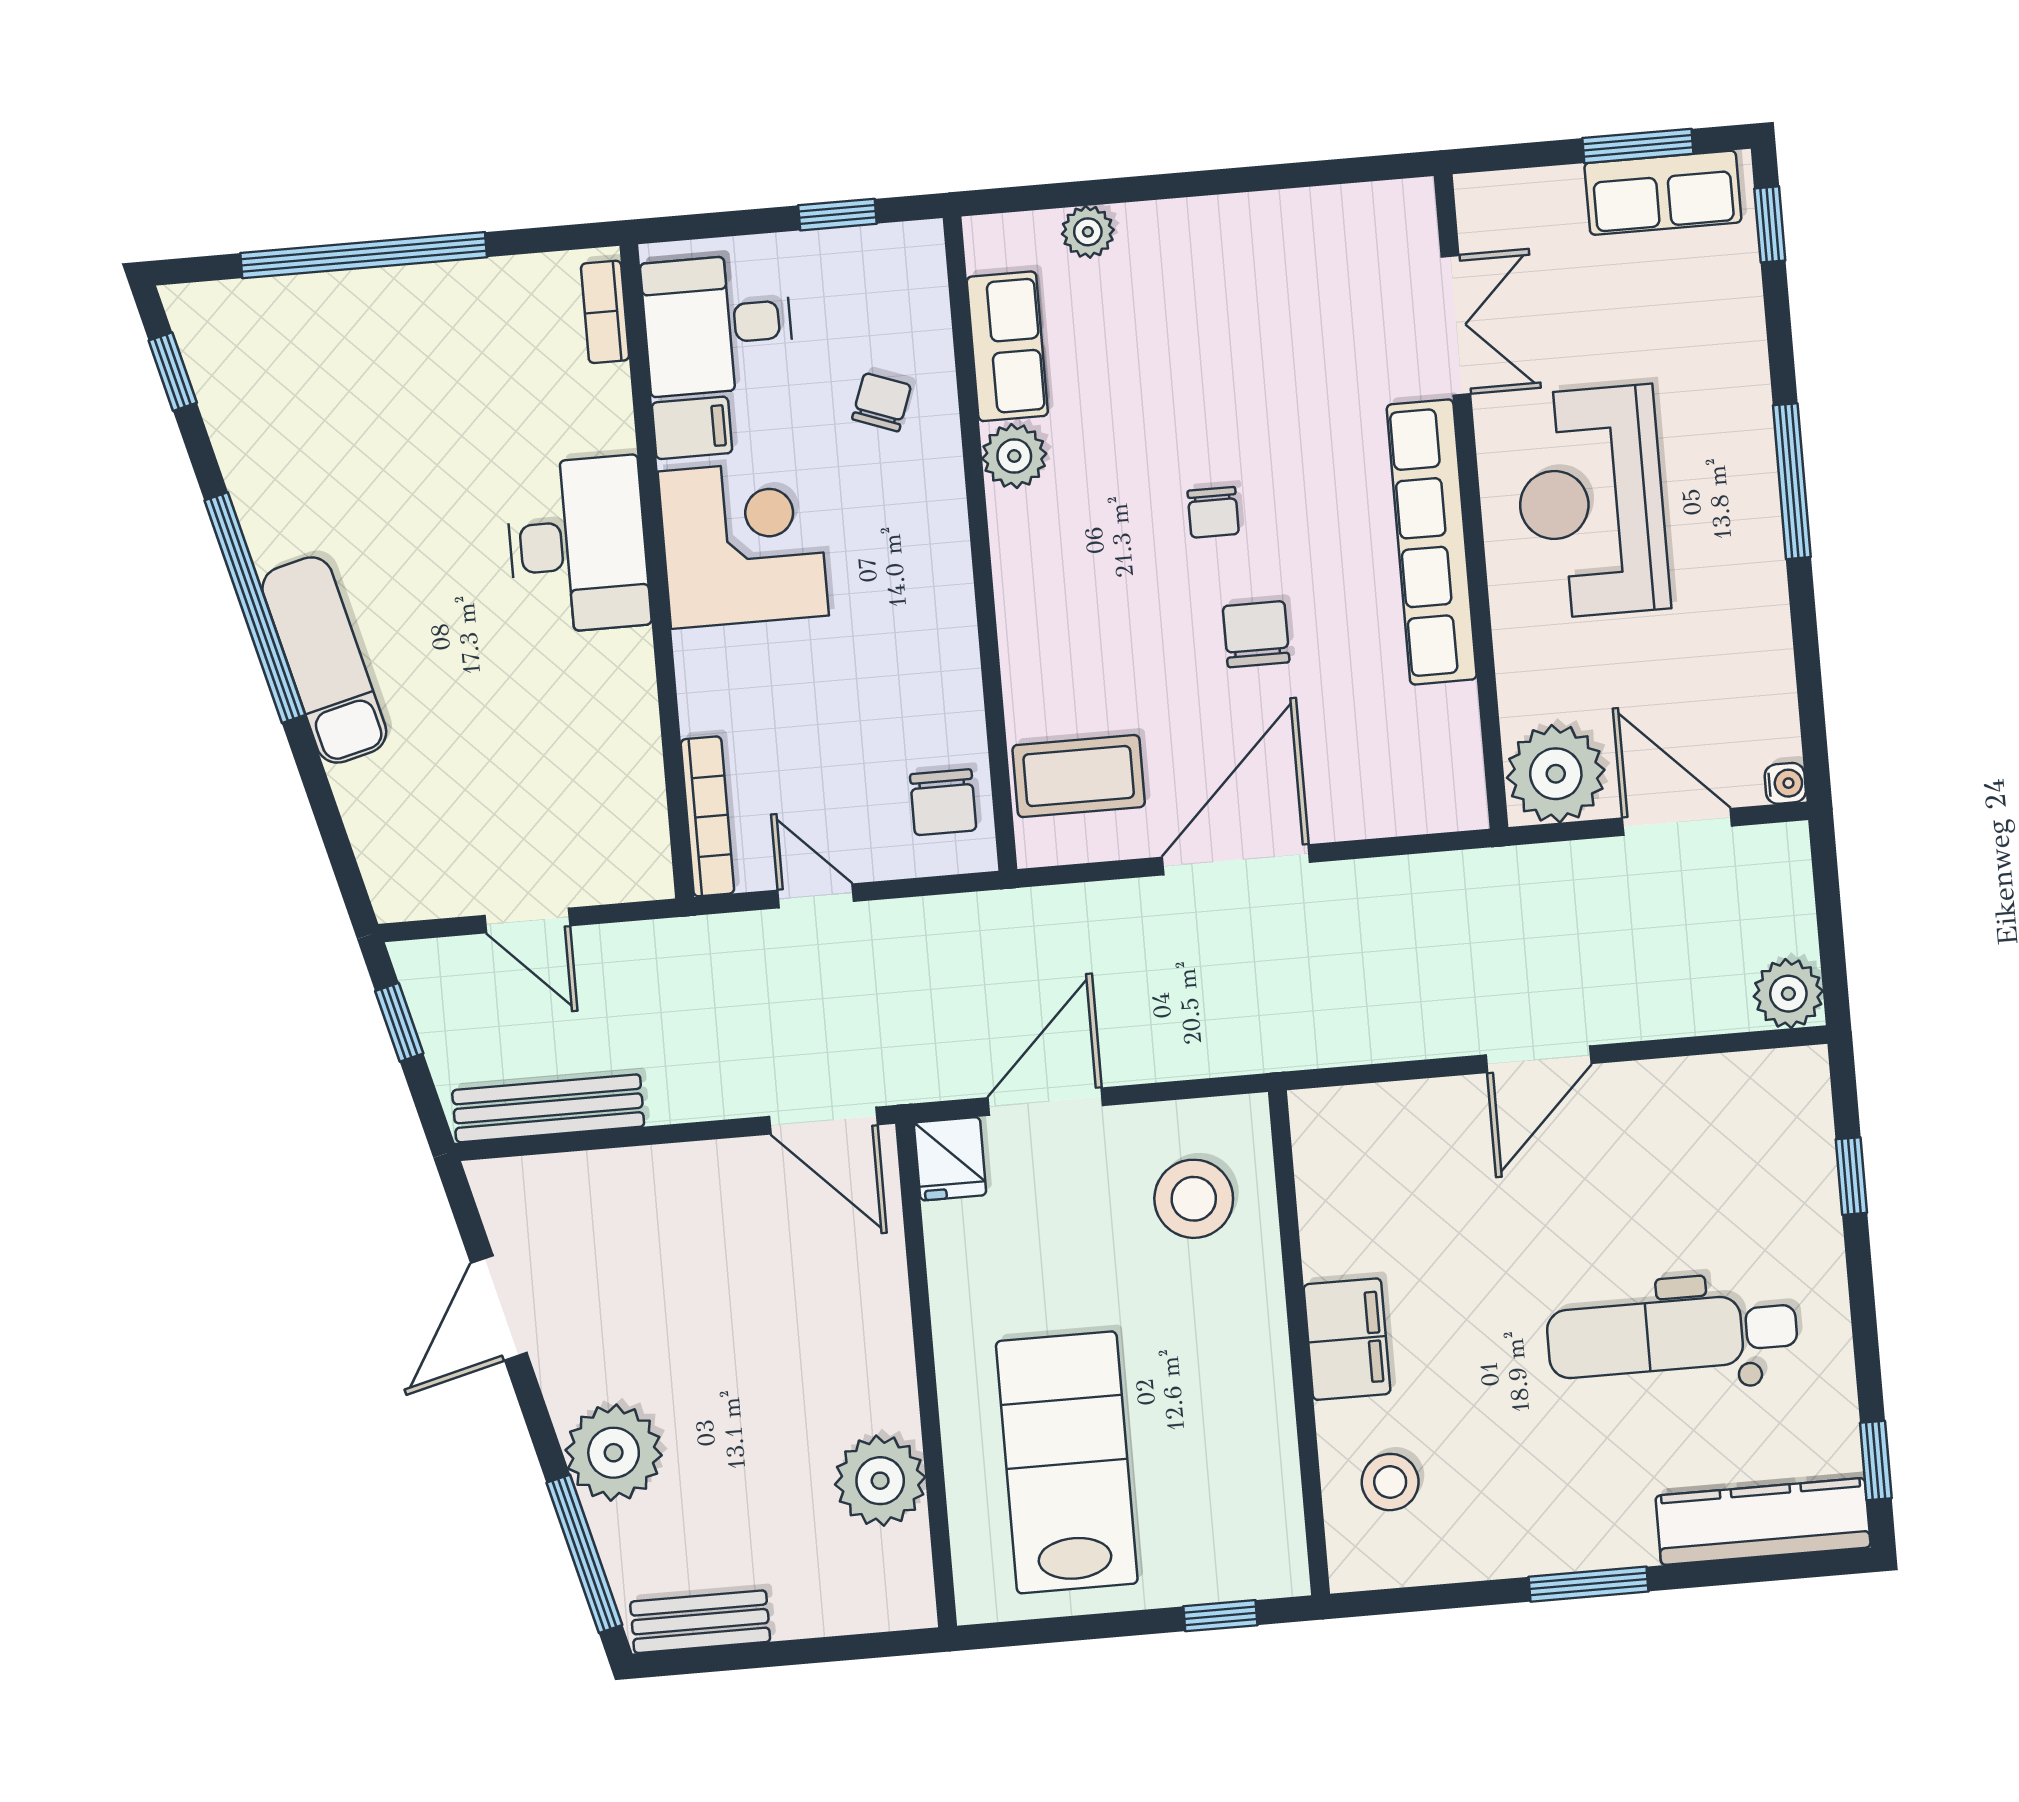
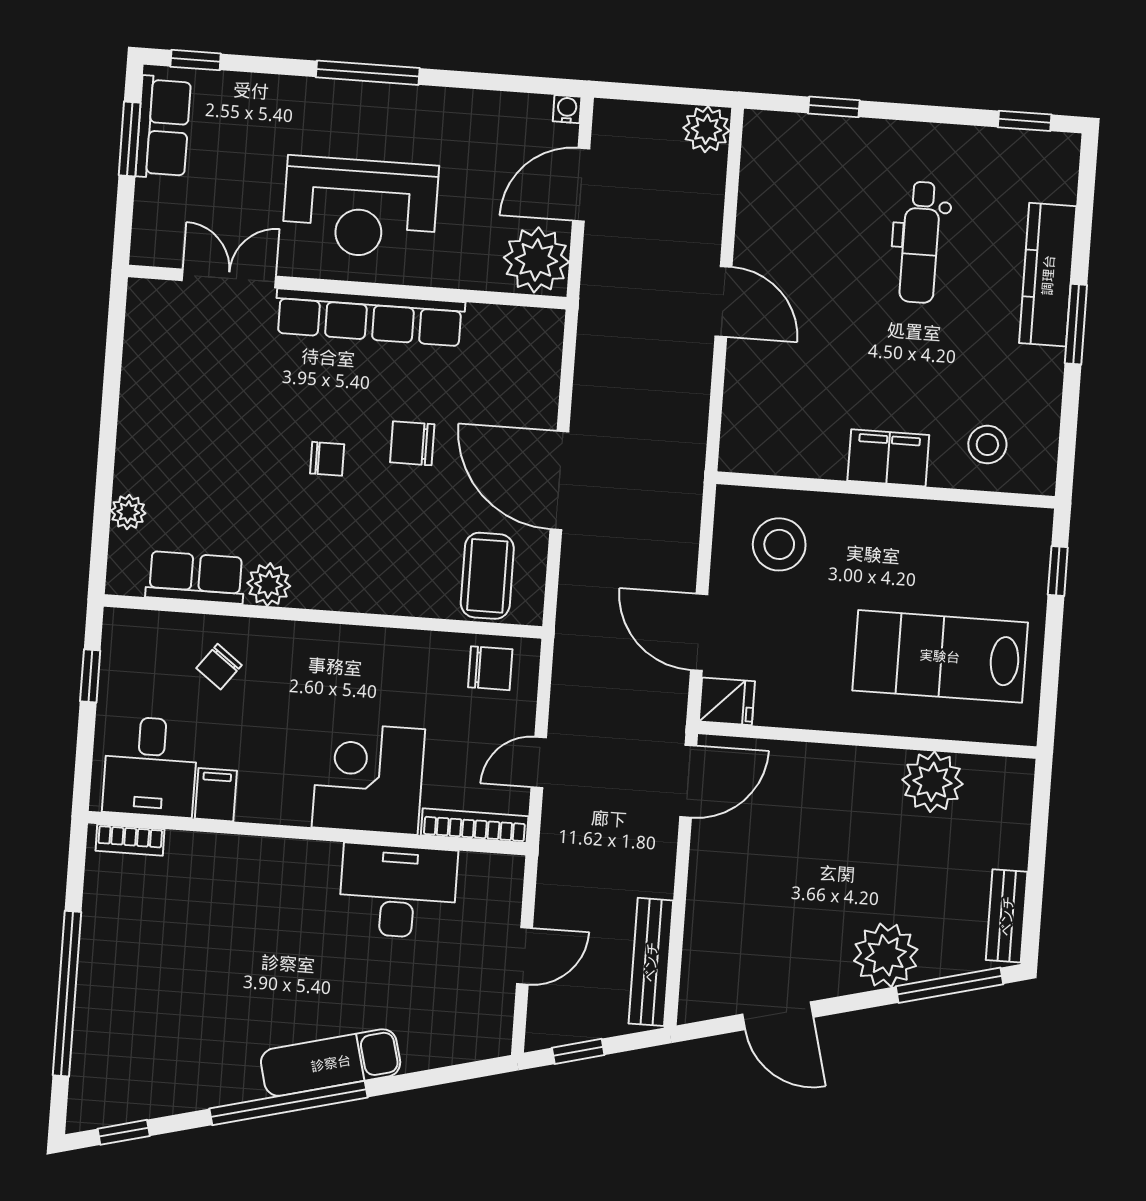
chair: (882, 402) -> (219, 667), turned -73
corner desk: (743, 543) -> (368, 778), moved
desk: (578, 545) -> (398, 891), moved
dental chair: (1672, 1335) -> (920, 242), width x0.73, depth x0.72
kitchen counter: (1763, 1521) -> (1048, 275), moved

